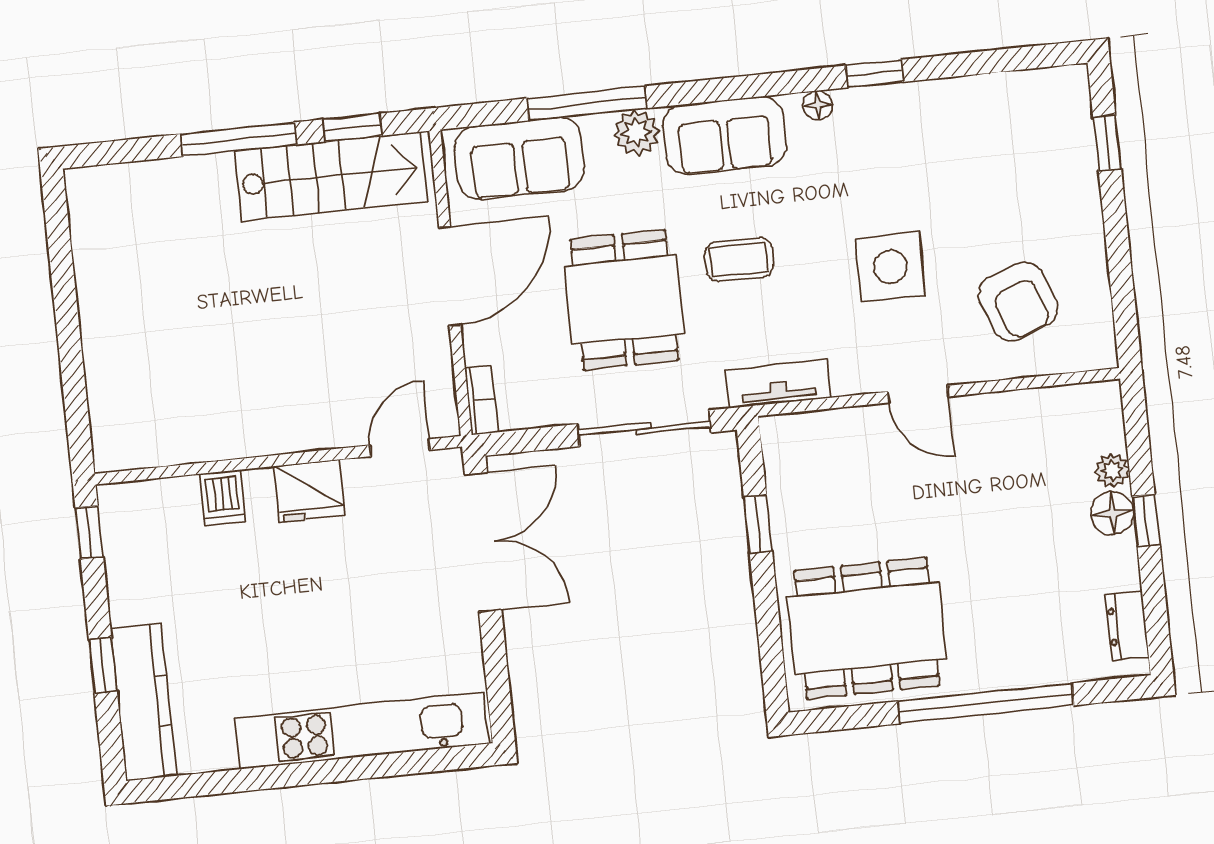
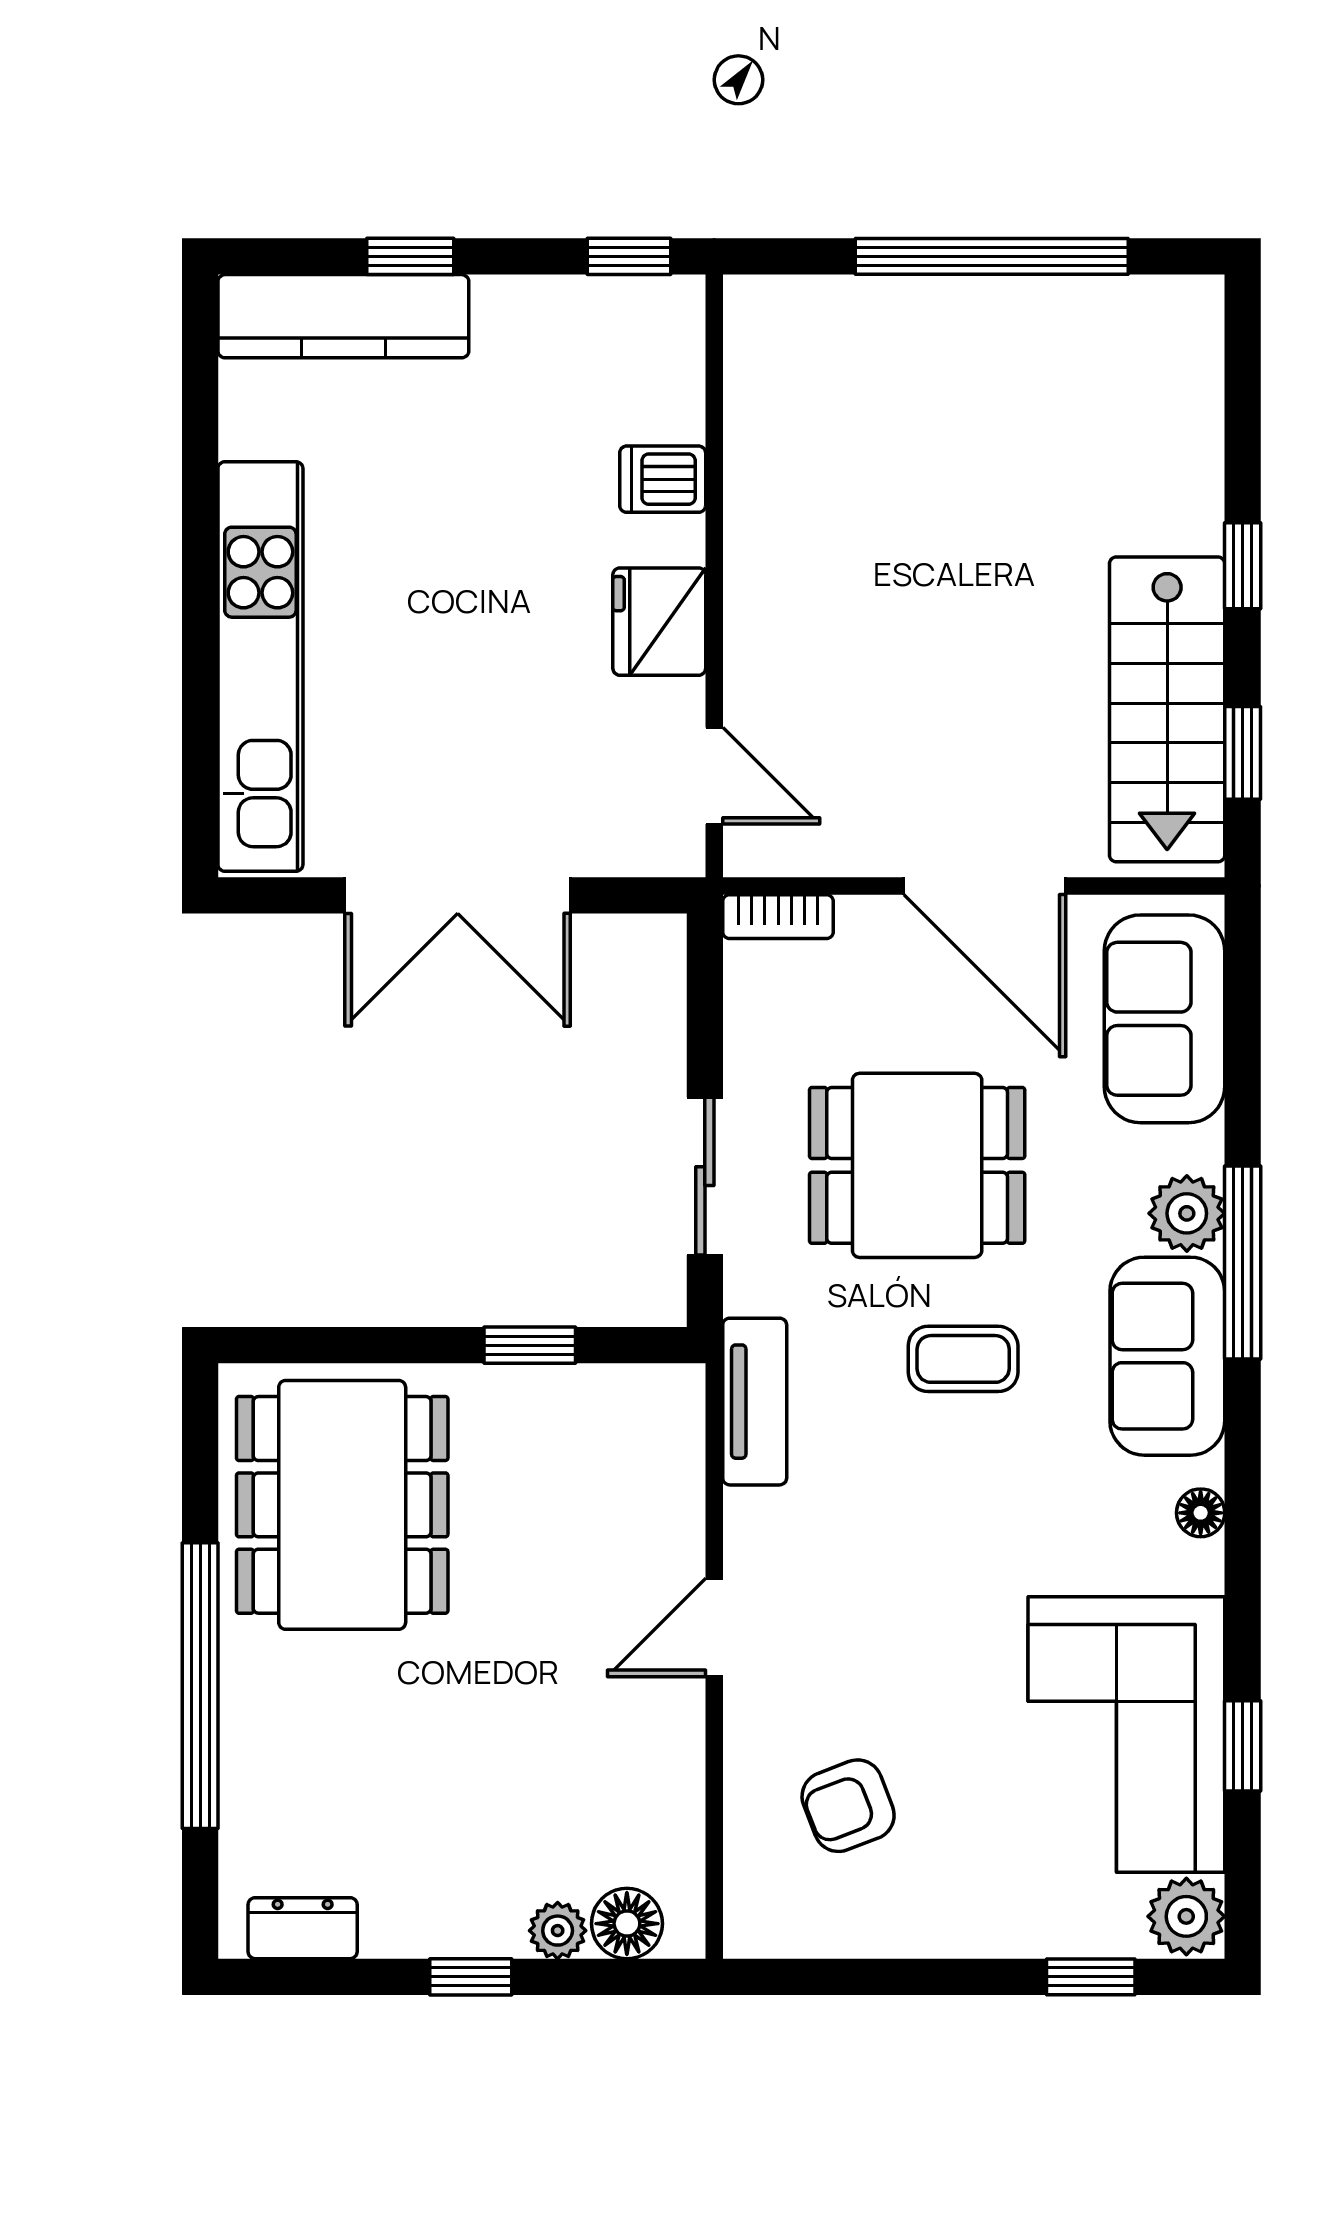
window: (874, 74) -> (1243, 1746), moved
plant: (1064, 89) -> (1186, 1916), added
window: (587, 103) -> (1243, 1263), moved
corner sofa: (957, 137) -> (1126, 1734), added
window: (239, 139) -> (1243, 566), width x0.46
coffee table: (739, 260) -> (963, 1359), turned 90
side table: (890, 267) -> (926, 1603), removed
armchair: (1018, 301) -> (848, 1806), width x0.72, depth x0.72
window: (66, 311) -> (992, 256), added
sliding door: (644, 428) -> (705, 1176), width x0.73
floor lamp: (1112, 513) -> (627, 1924), moved
double door: (483, 542) -> (458, 895), moved

